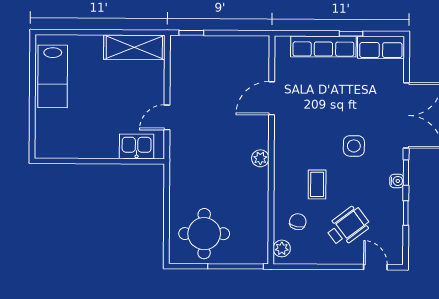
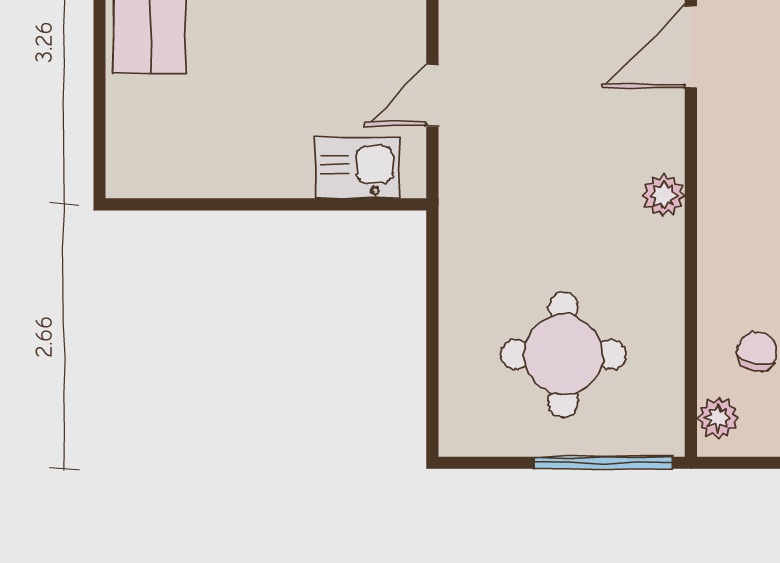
round table: (204, 234) -> (563, 355), moved

